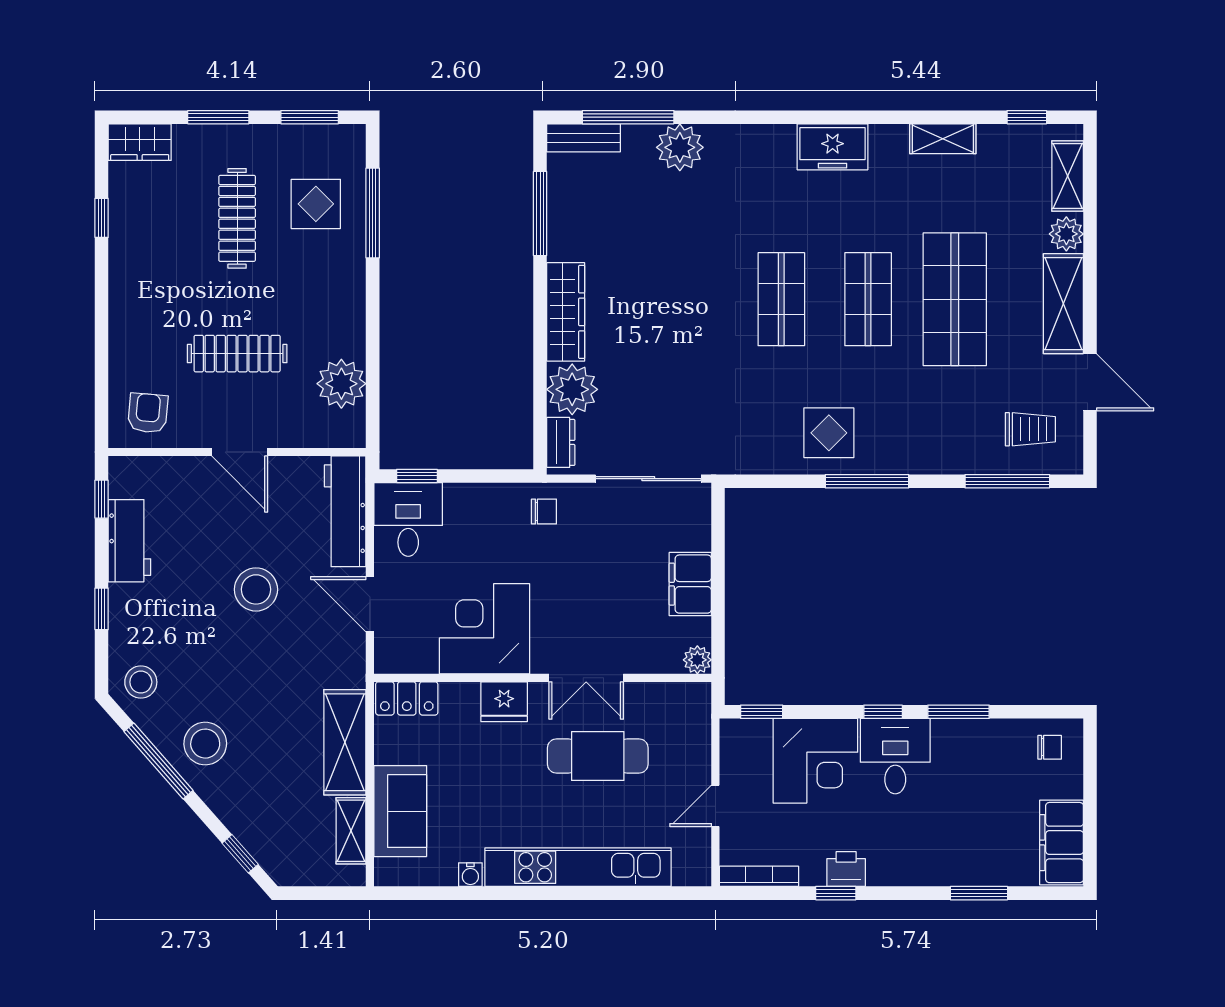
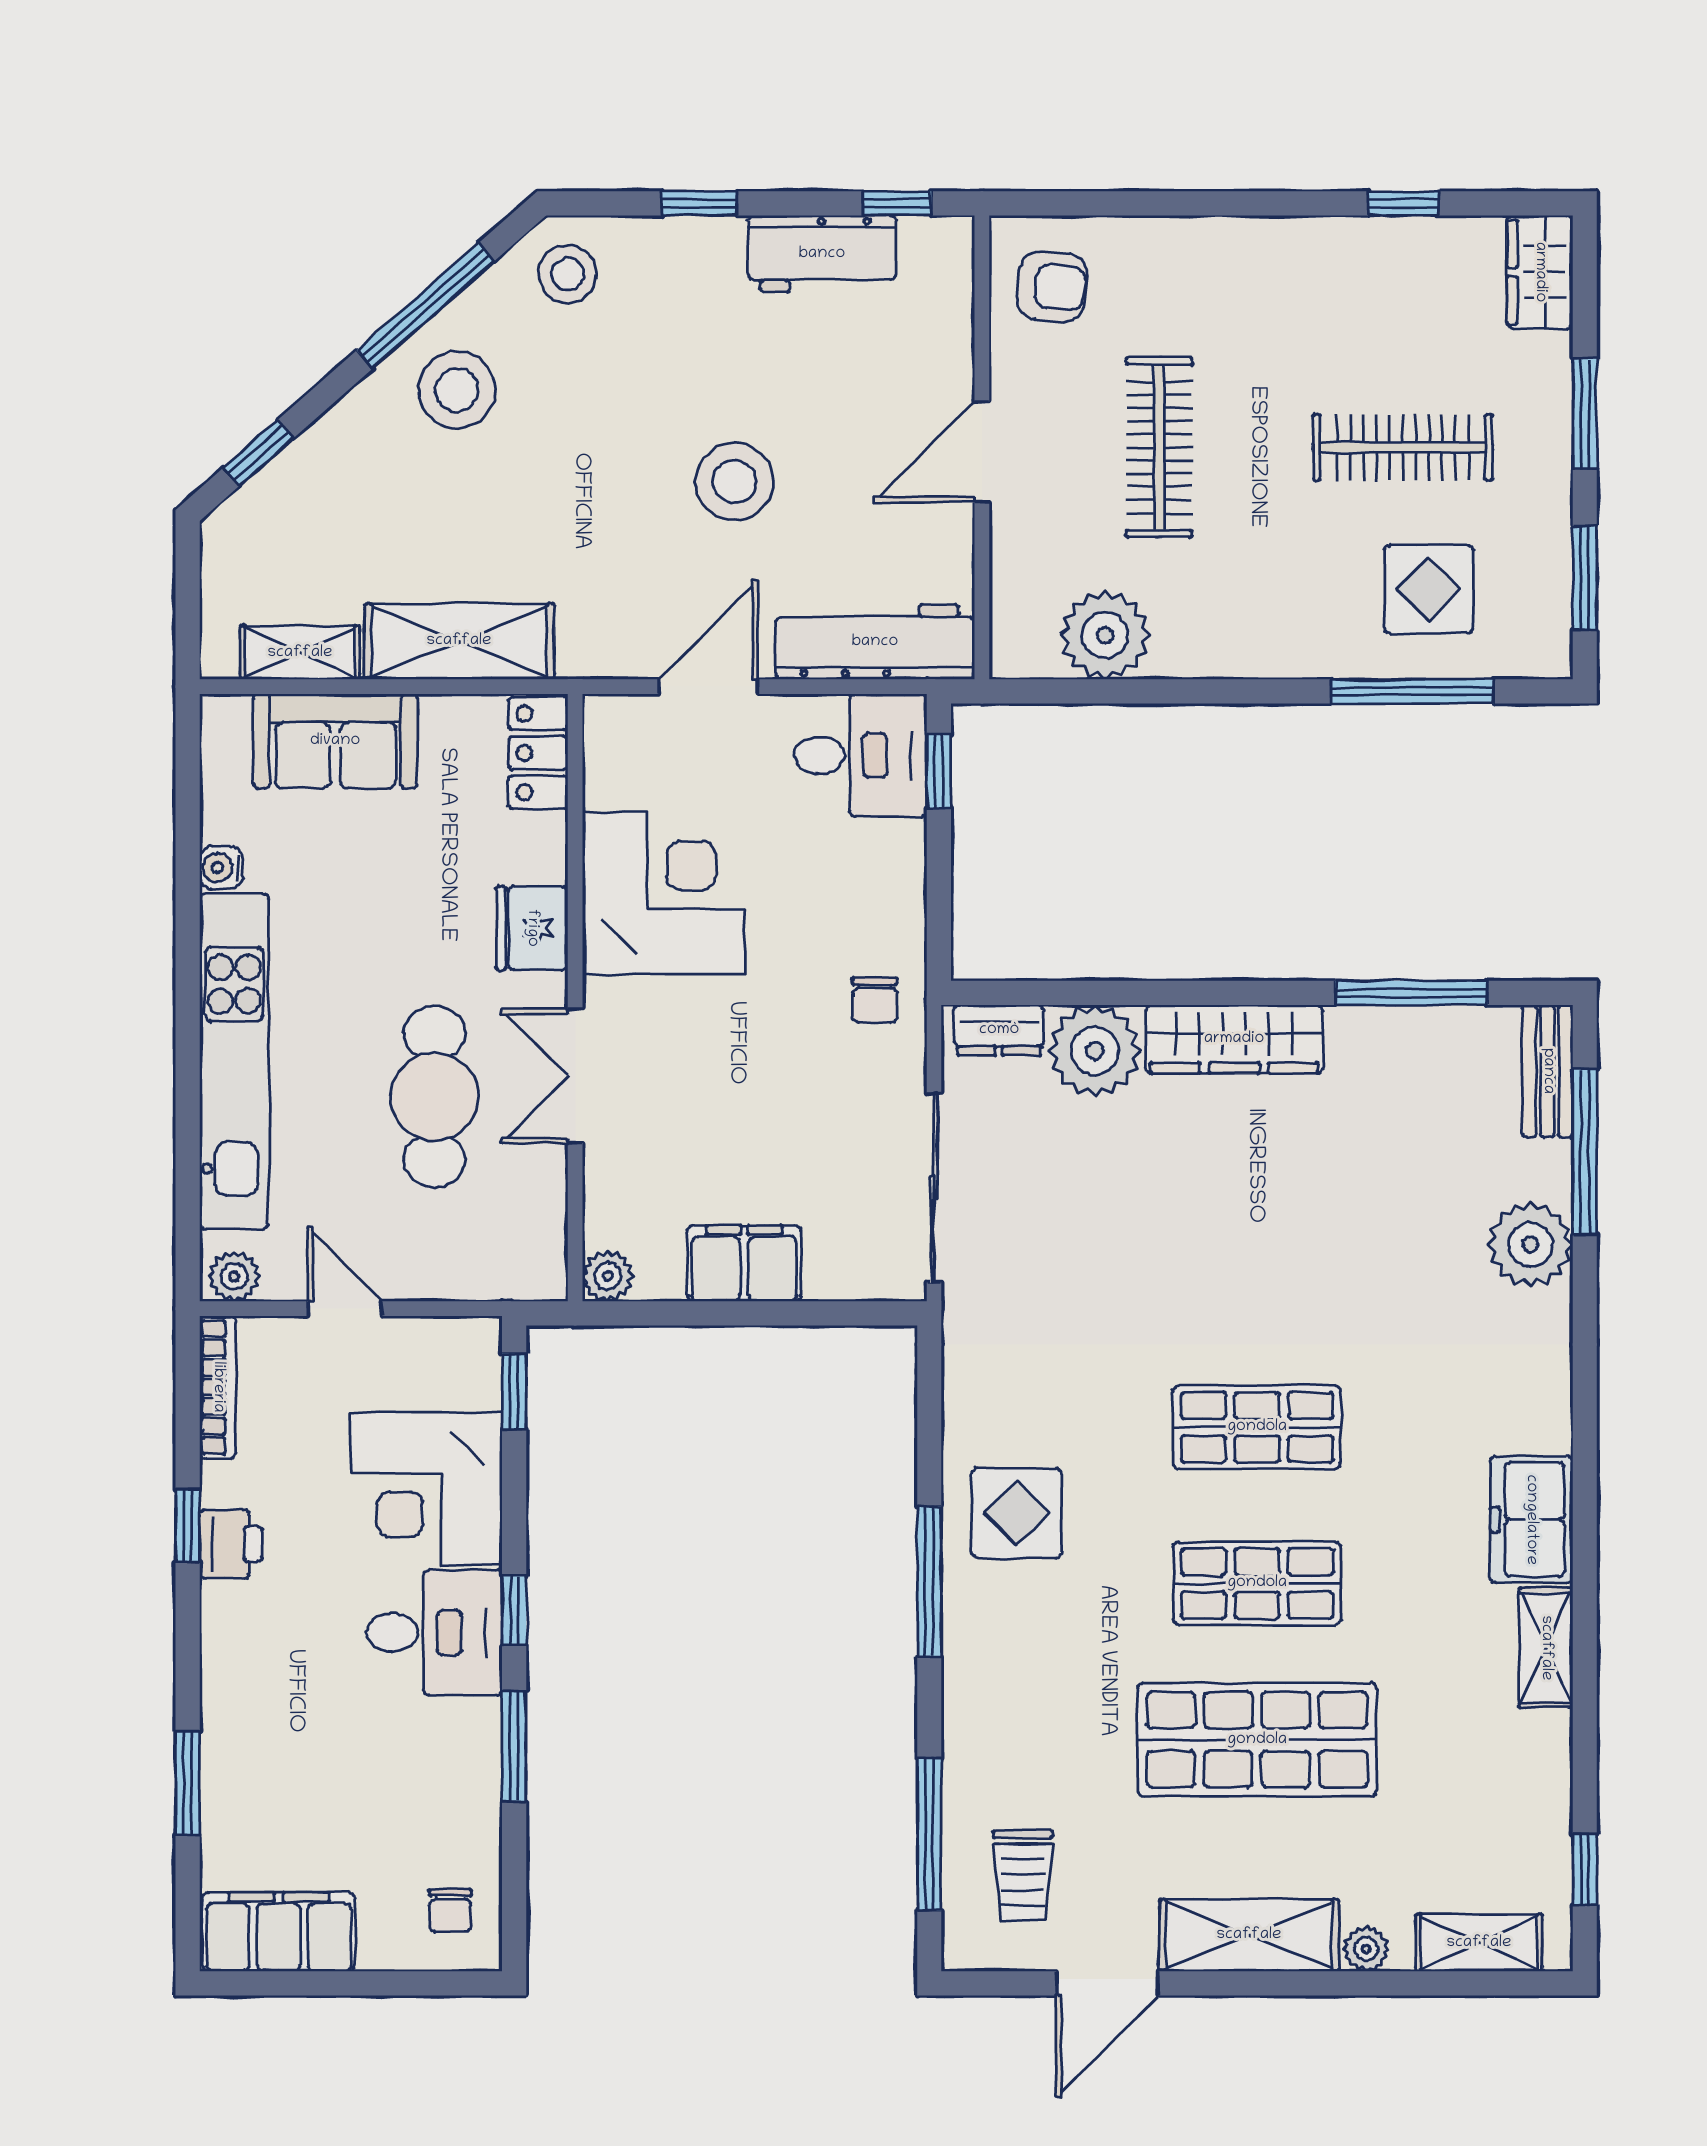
shelving: (943, 139) -> (1546, 1648), moved
plant: (1066, 234) -> (1366, 1949), width x0.73, depth x0.73
plant: (698, 867) -> (234, 1276), added

